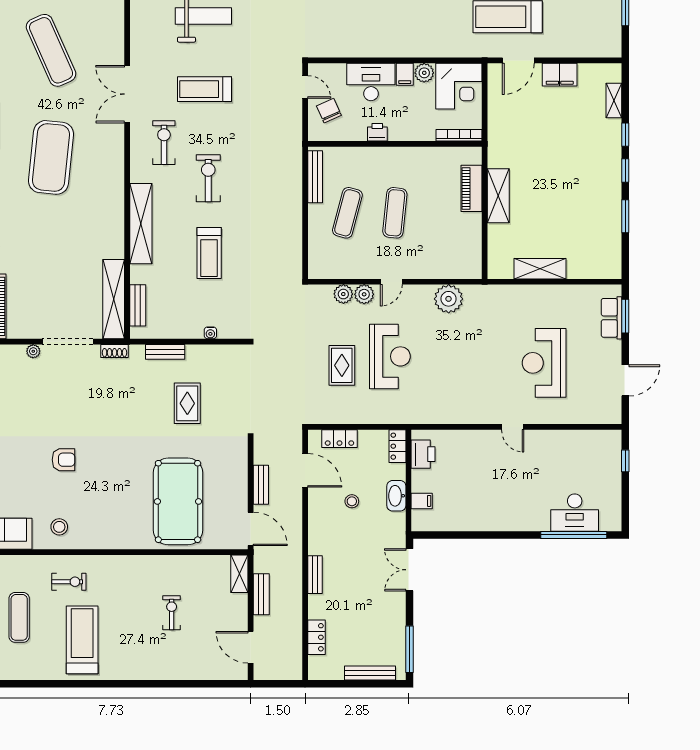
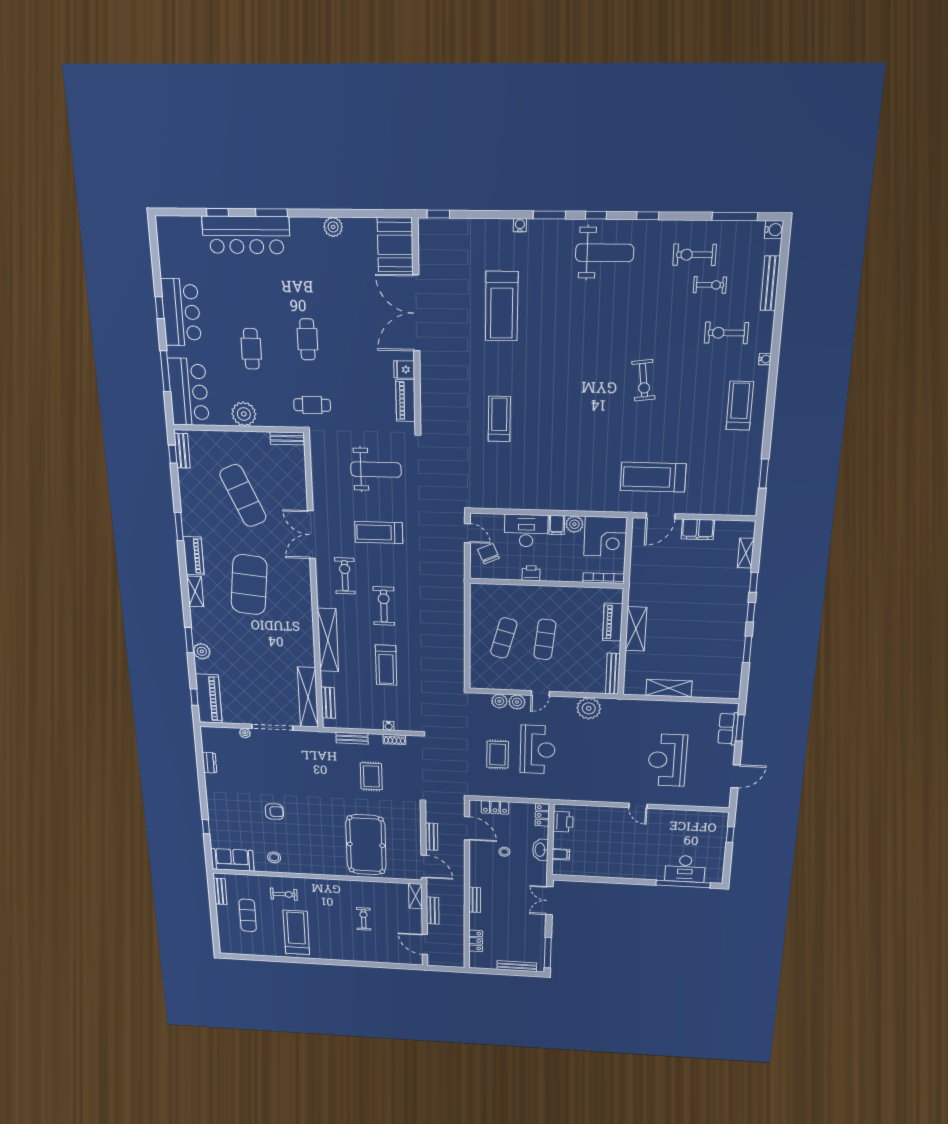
bench: (315, 177) -> (613, 674), moved
shoe rack: (115, 351) -> (394, 739), moved

